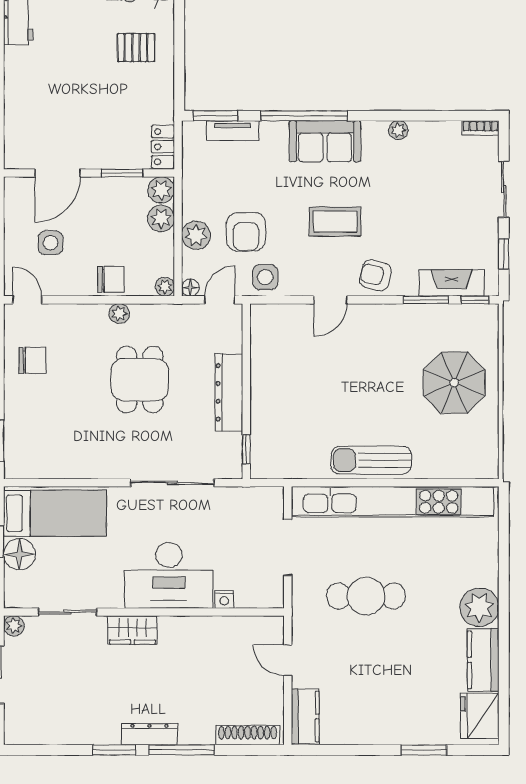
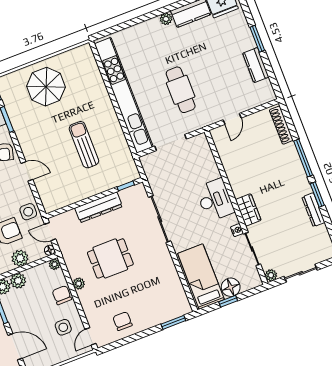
side table: (50, 243) -> (63, 327), moved
sun lounger: (371, 460) -> (84, 145), moved, turned 180
desk: (169, 575) -> (215, 200), width x0.73, depth x0.77
nightstand: (224, 600) -> (237, 230), moved
plant: (479, 607) -> (166, 19), width x0.53, depth x0.53
kitchen counter: (305, 717) -> (256, 65), moved, turned -90
dresser: (149, 734) -> (313, 210), moved
window: (424, 750) -> (257, 39), moved

